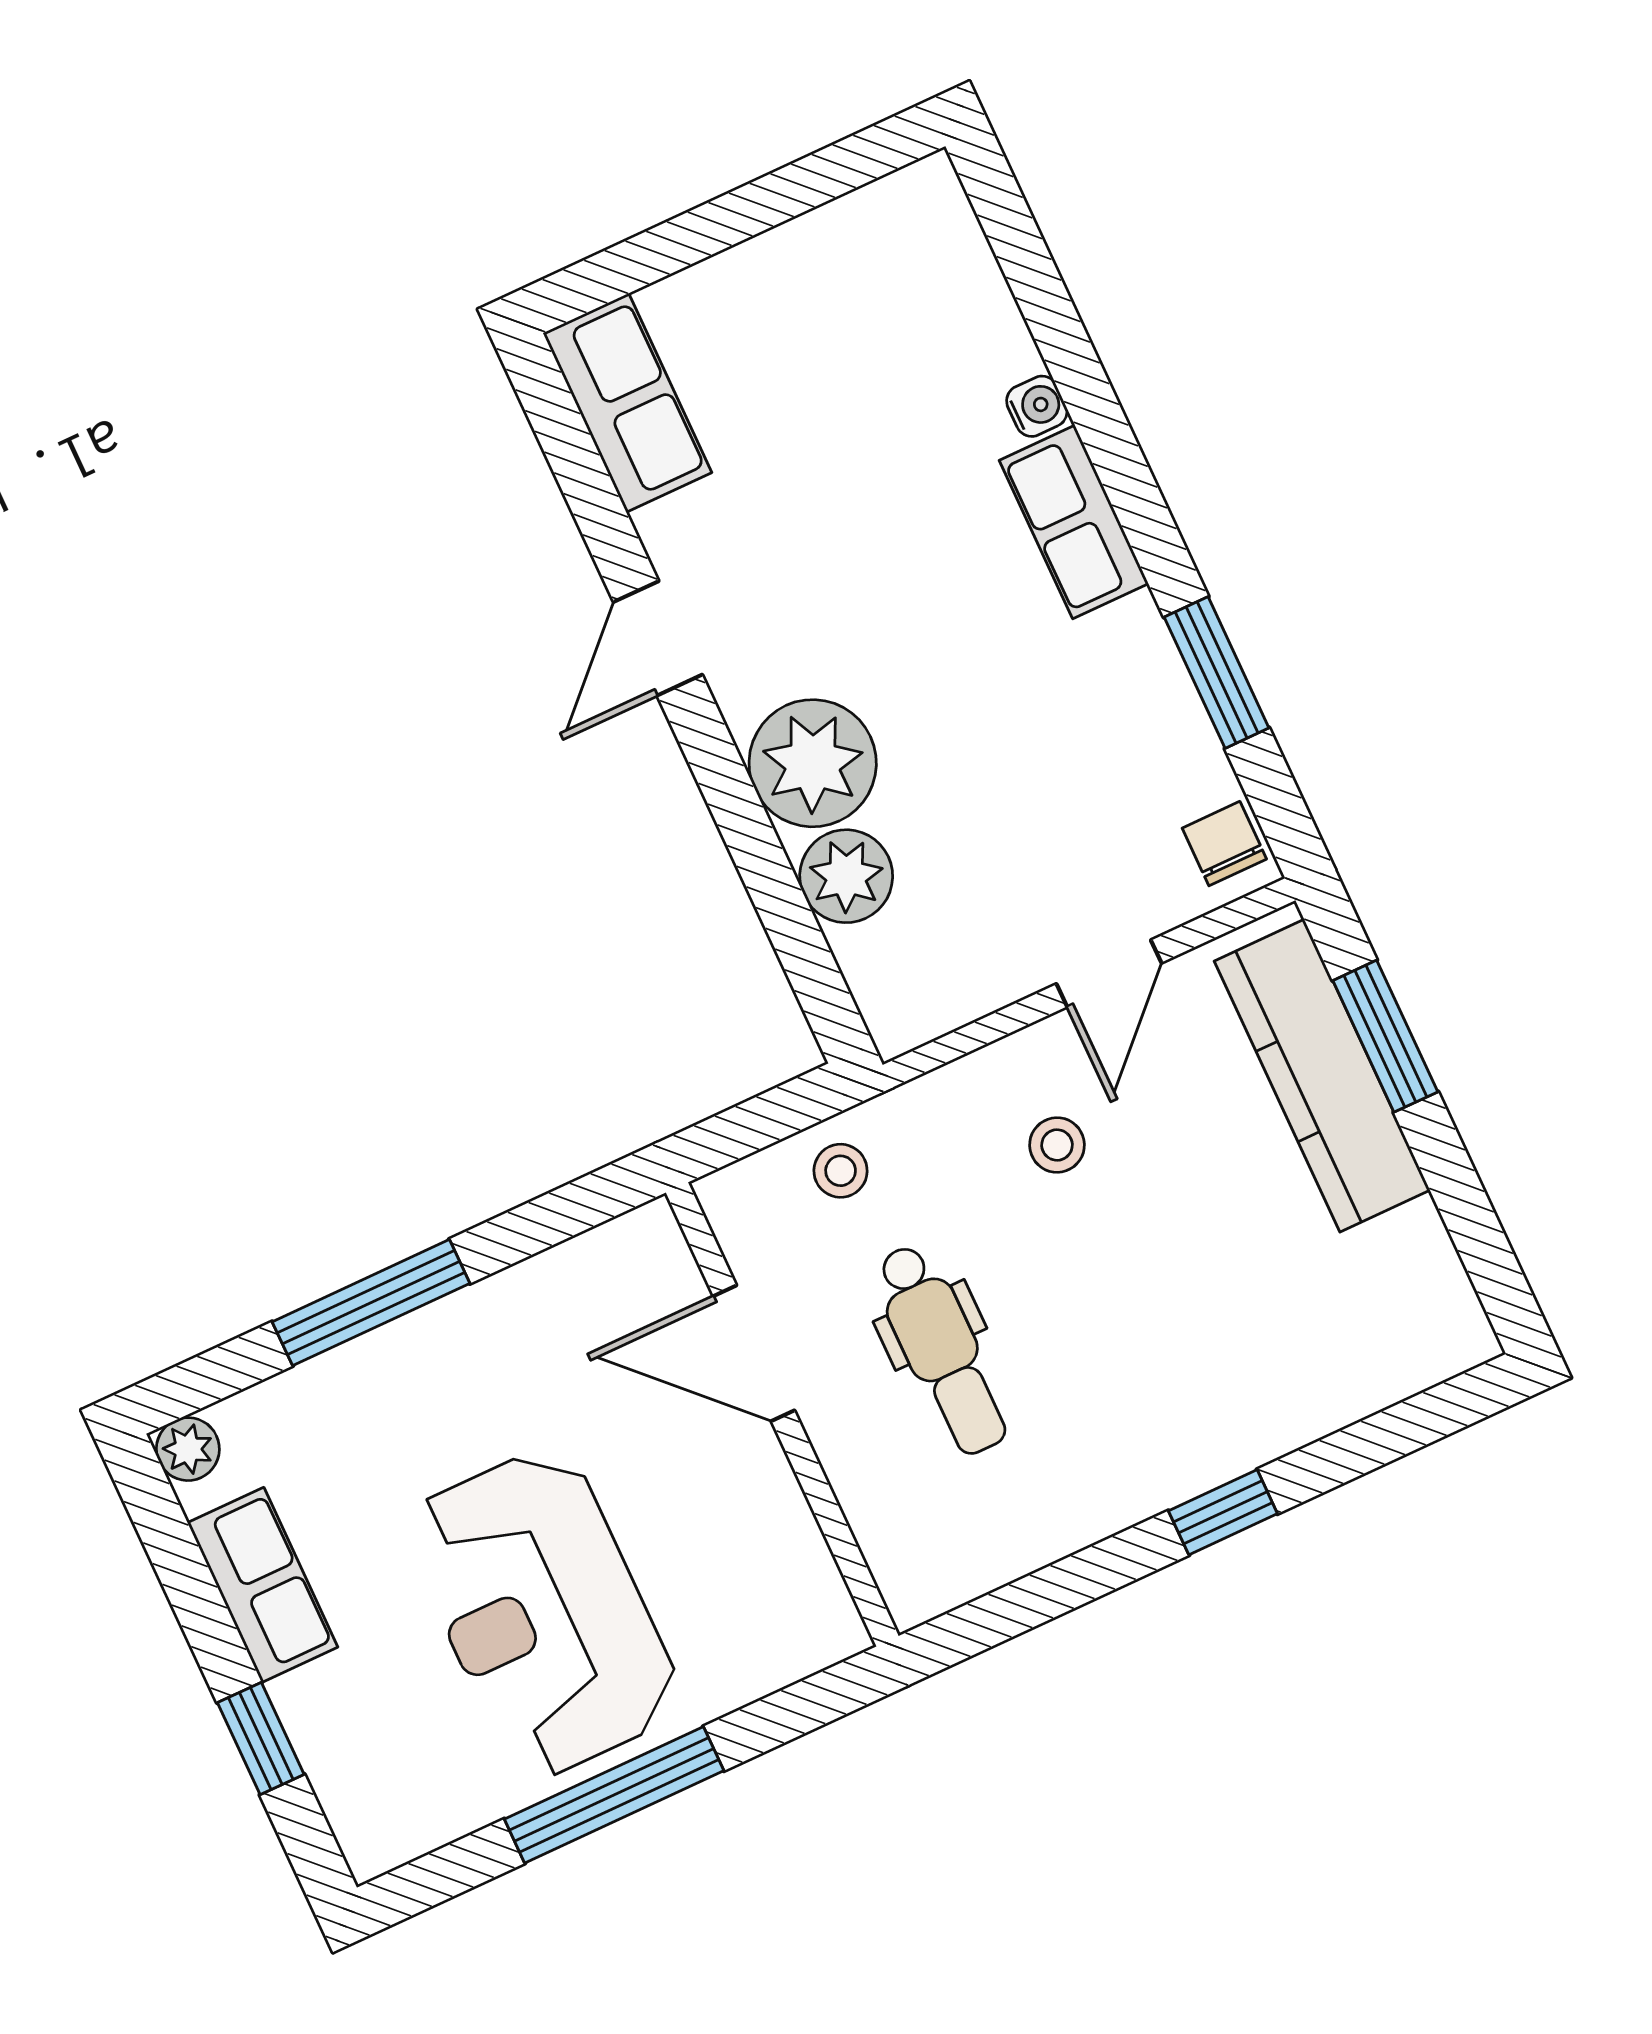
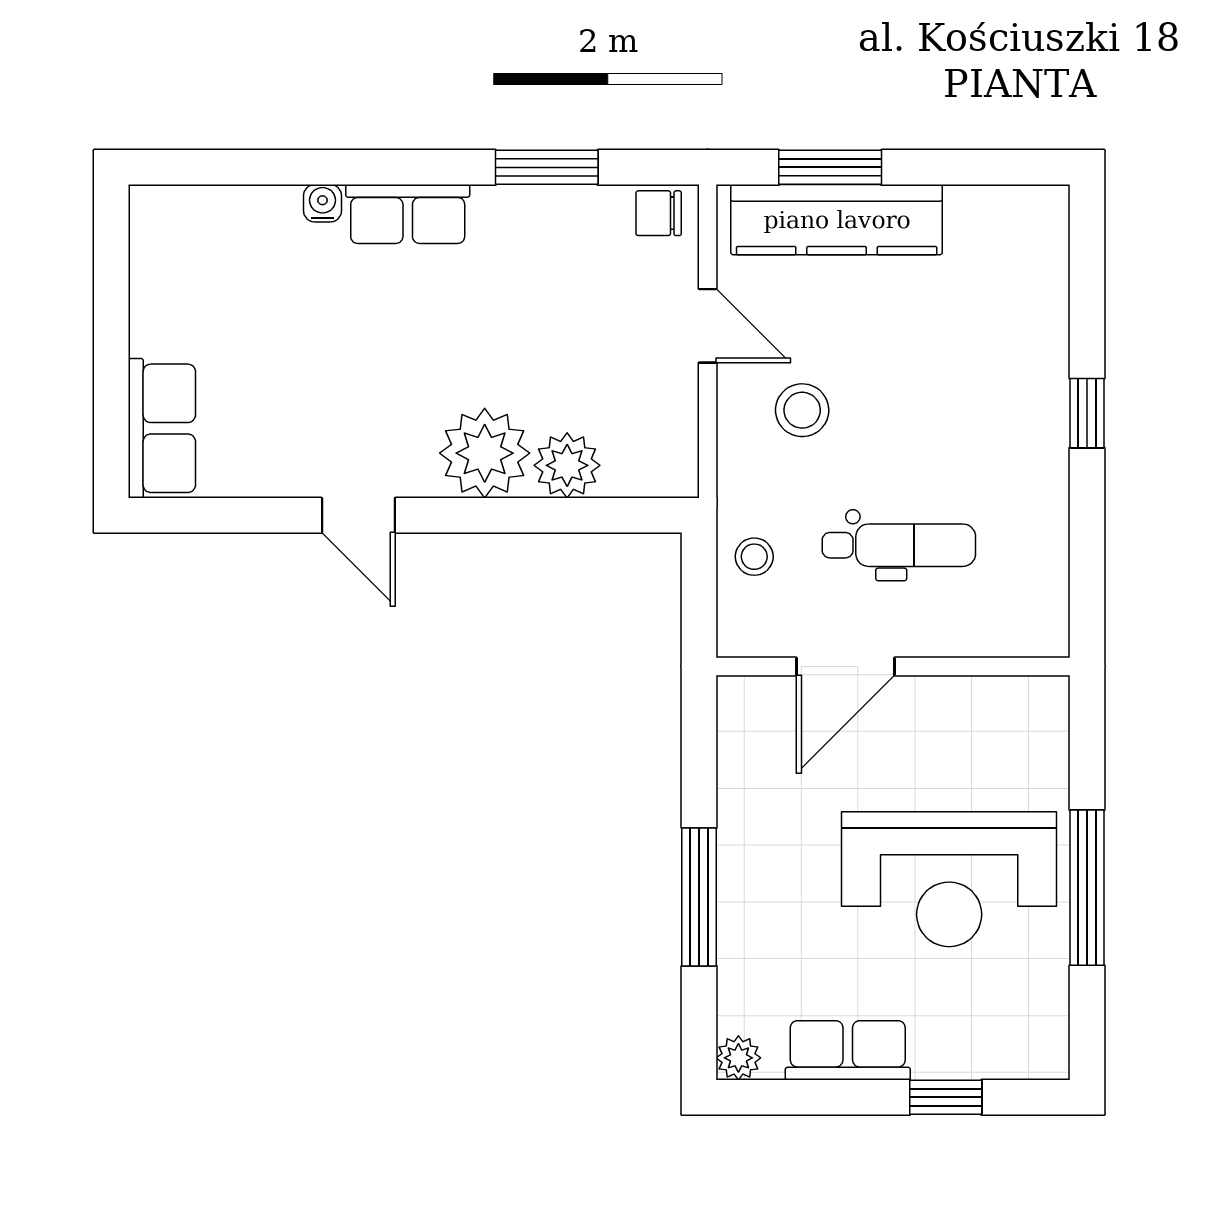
row of seats: (627, 403) -> (162, 428), moved, turned 90
stool: (1057, 1145) -> (802, 410), width x1.37, depth x1.37

